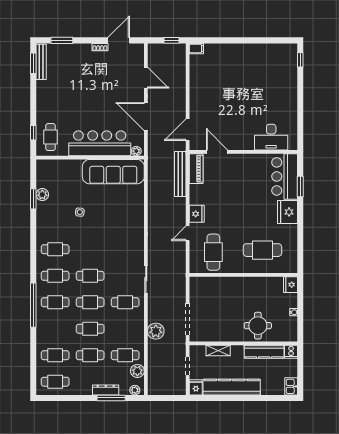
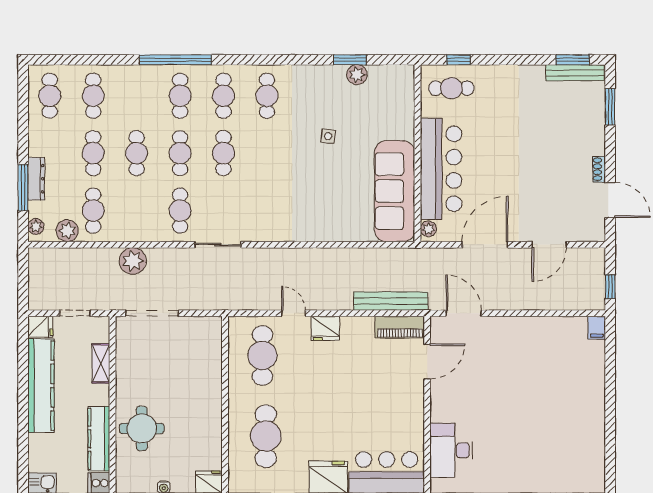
cafe table: (213, 252) -> (262, 356), turned 90

